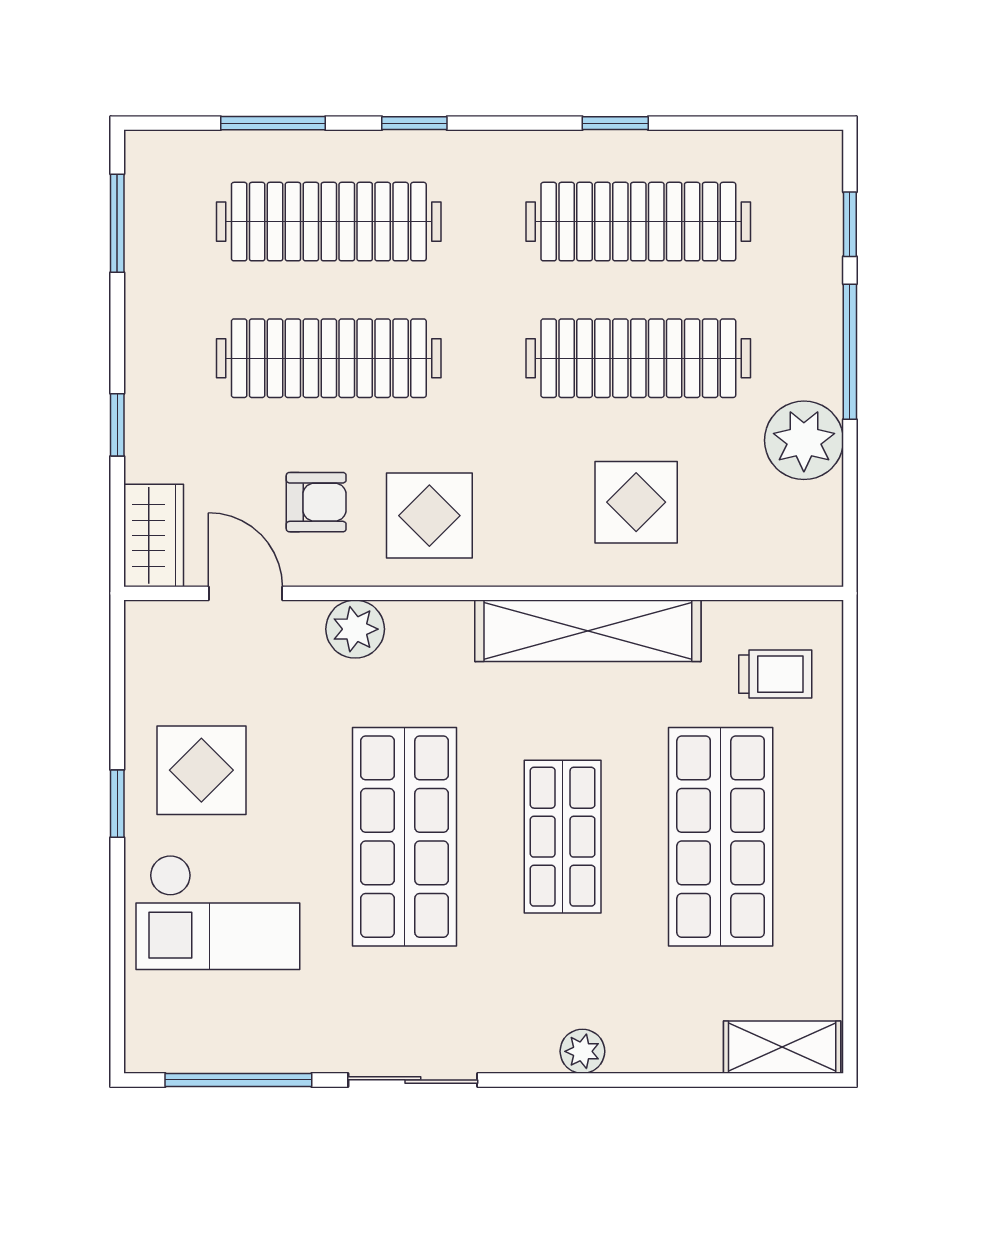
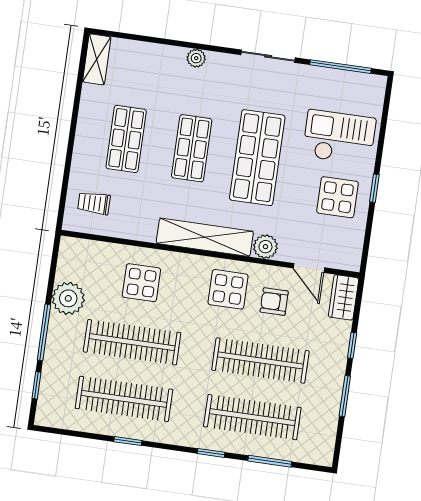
window: (117, 223) -> (345, 396), moved
shelving: (588, 631) -> (205, 237), moved
shop shelf: (721, 837) -> (126, 139), width x0.70, depth x0.74
shelving: (782, 1047) -> (97, 59), moved, turned 90

